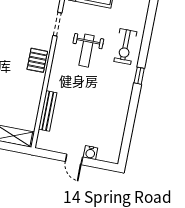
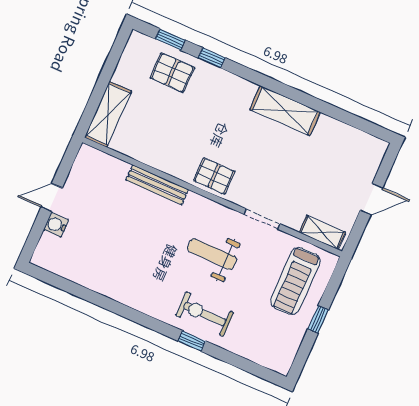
window: (139, 76) -> (192, 341), moved
bench: (48, 111) -> (157, 185), moved

